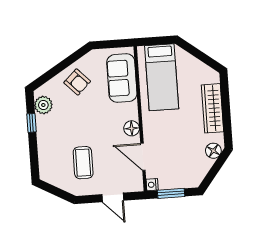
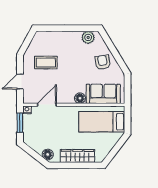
armchair: (77, 82) -> (103, 62), turned 125
window: (32, 123) -> (76, 28), removed
floor lamp: (132, 128) -> (80, 98), moved

